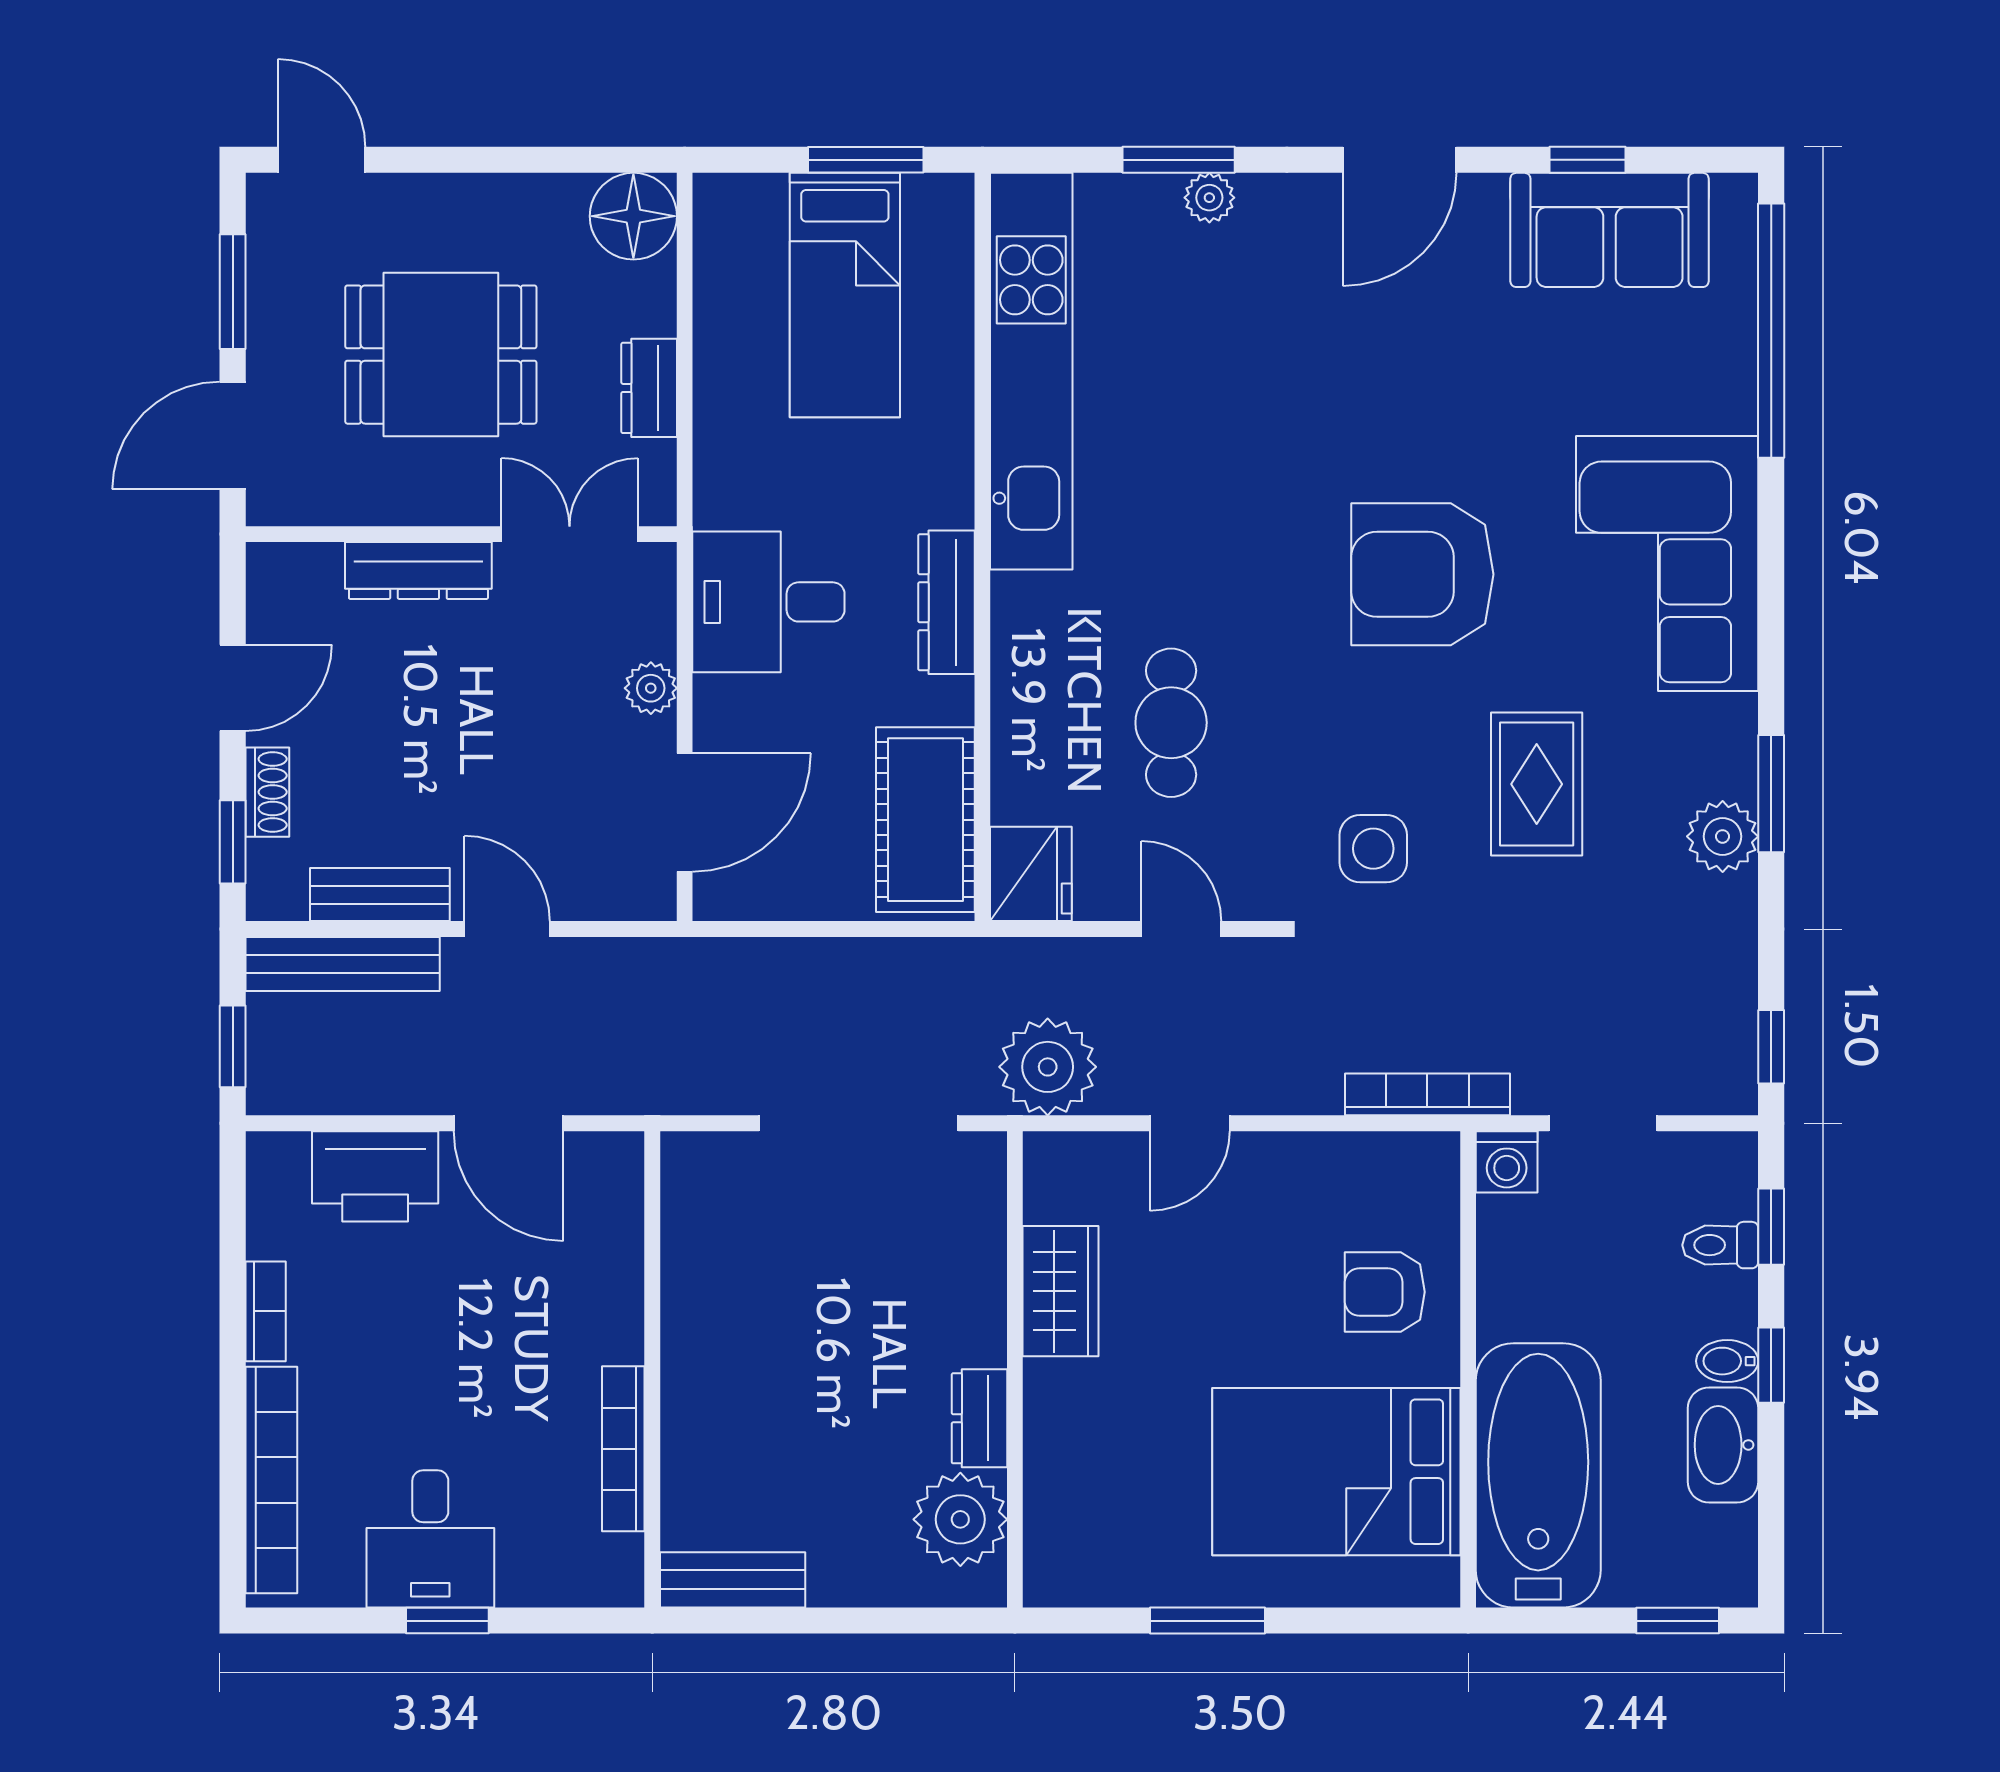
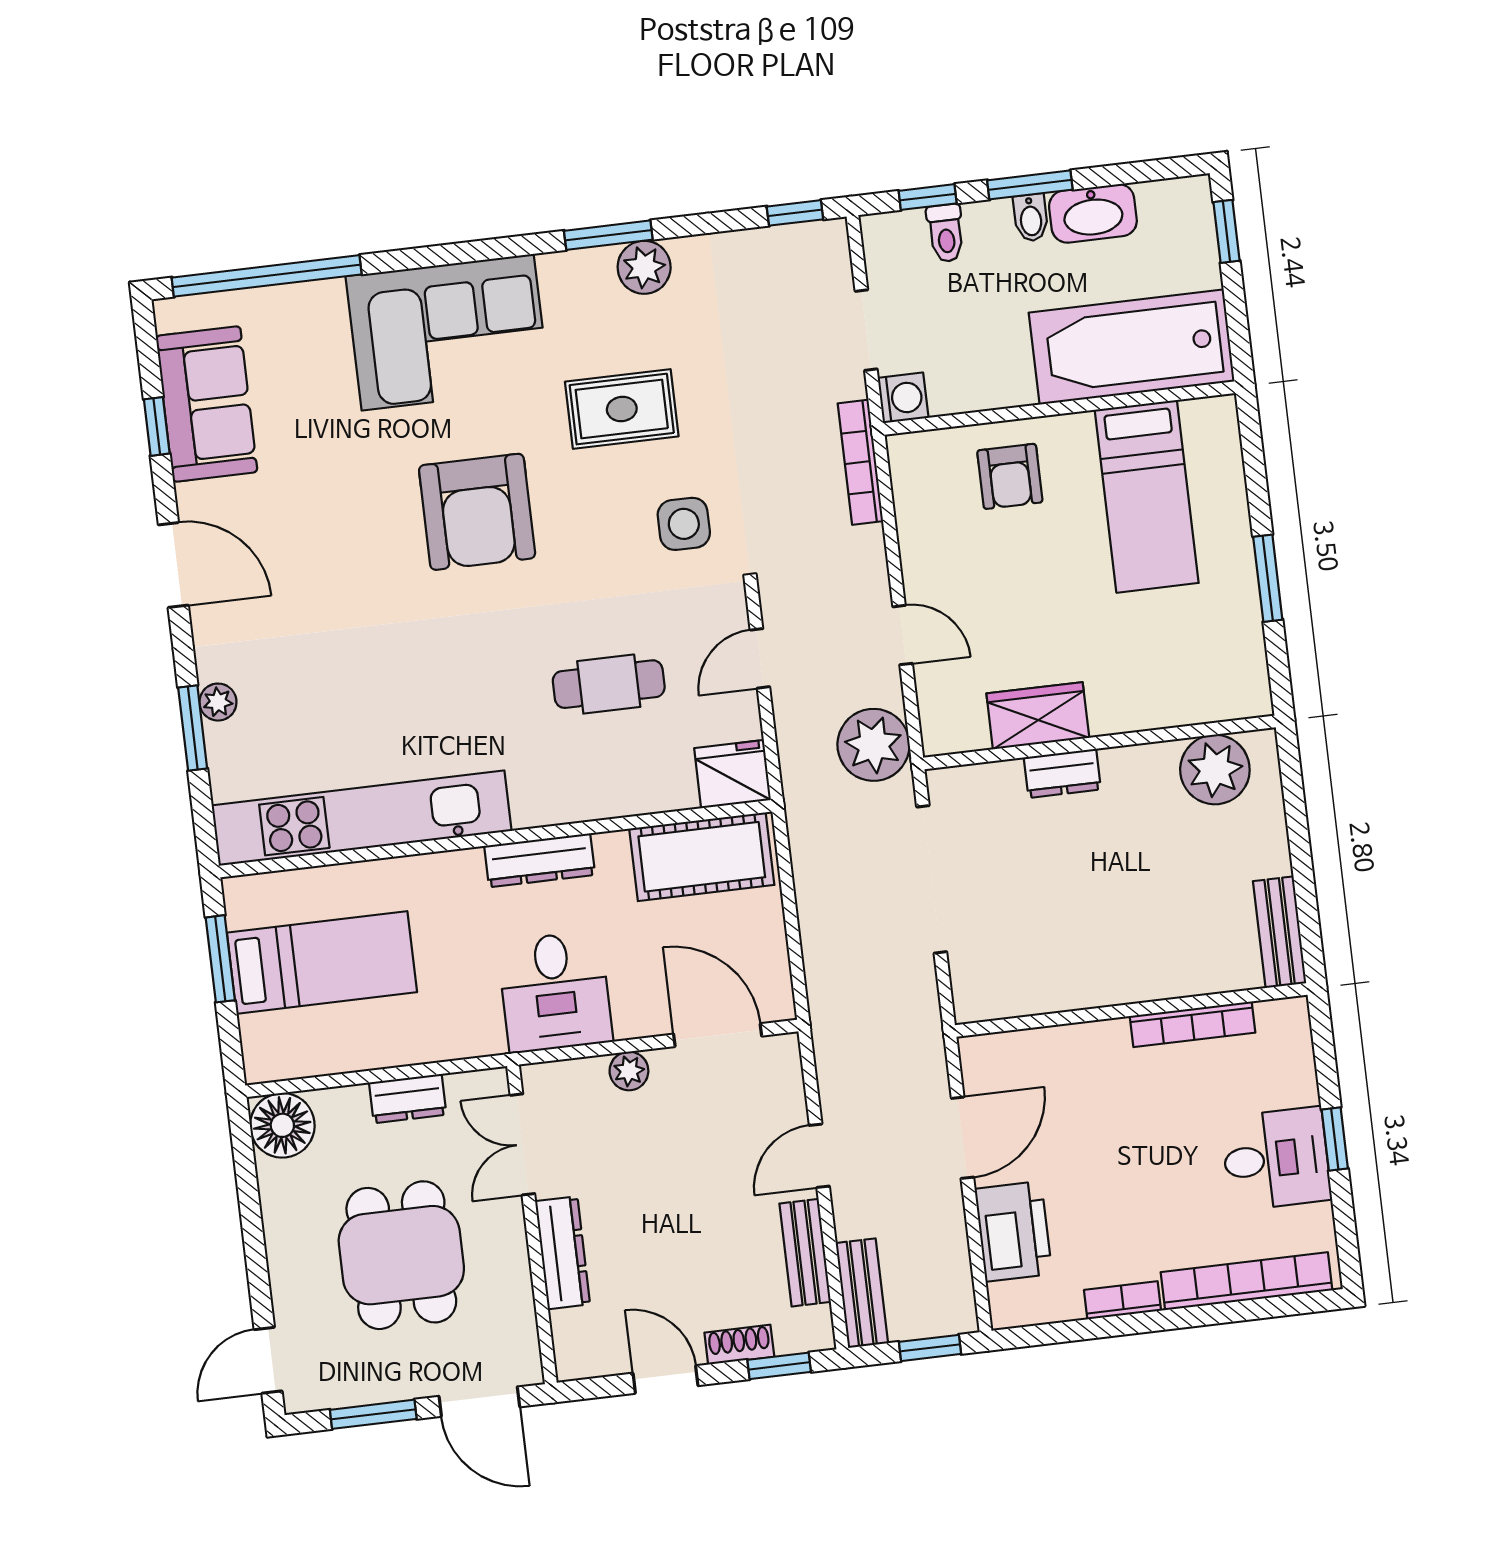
bench: (343, 964) -> (862, 1293), width x0.73
window: (1771, 1365) -> (1030, 185), width x1.50
dresser: (979, 1418) -> (1062, 773), moved
bed: (1336, 1472) -> (1147, 496), width x0.67

